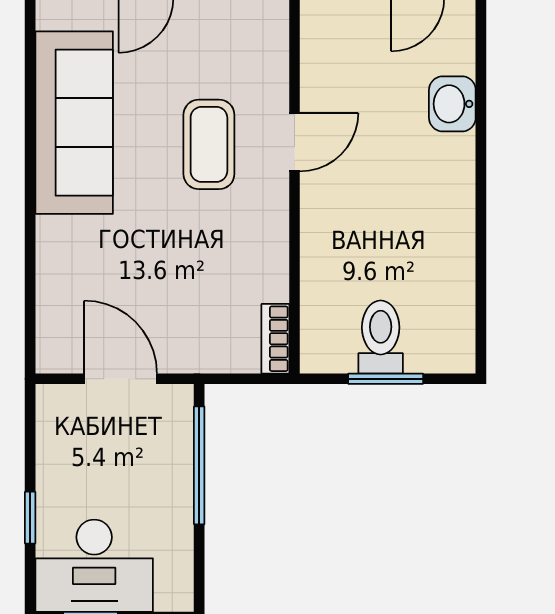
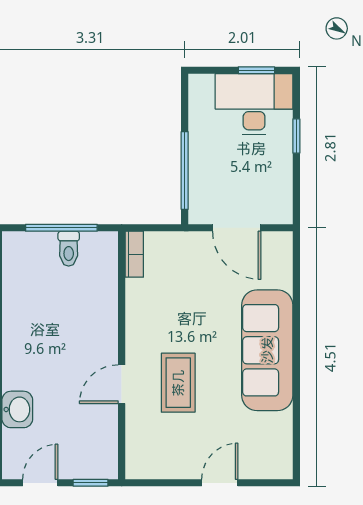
sofa: (74, 123) -> (267, 350), moved
toilet: (381, 337) -> (69, 249), width x0.73, depth x0.72
window: (386, 379) -> (61, 228), width x1.44

